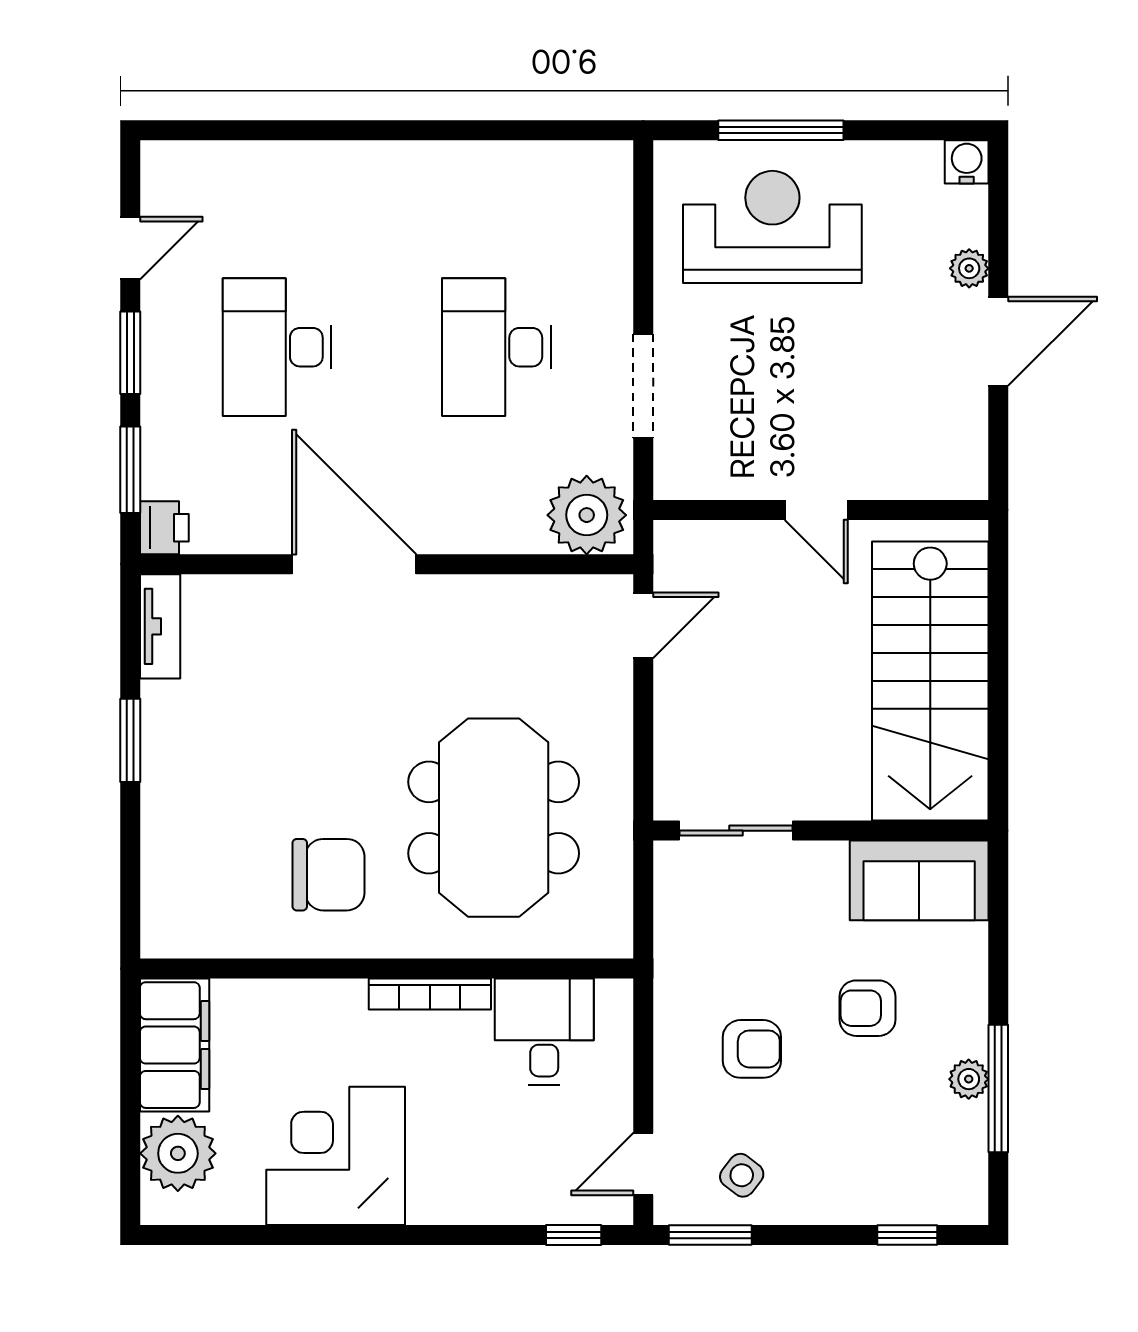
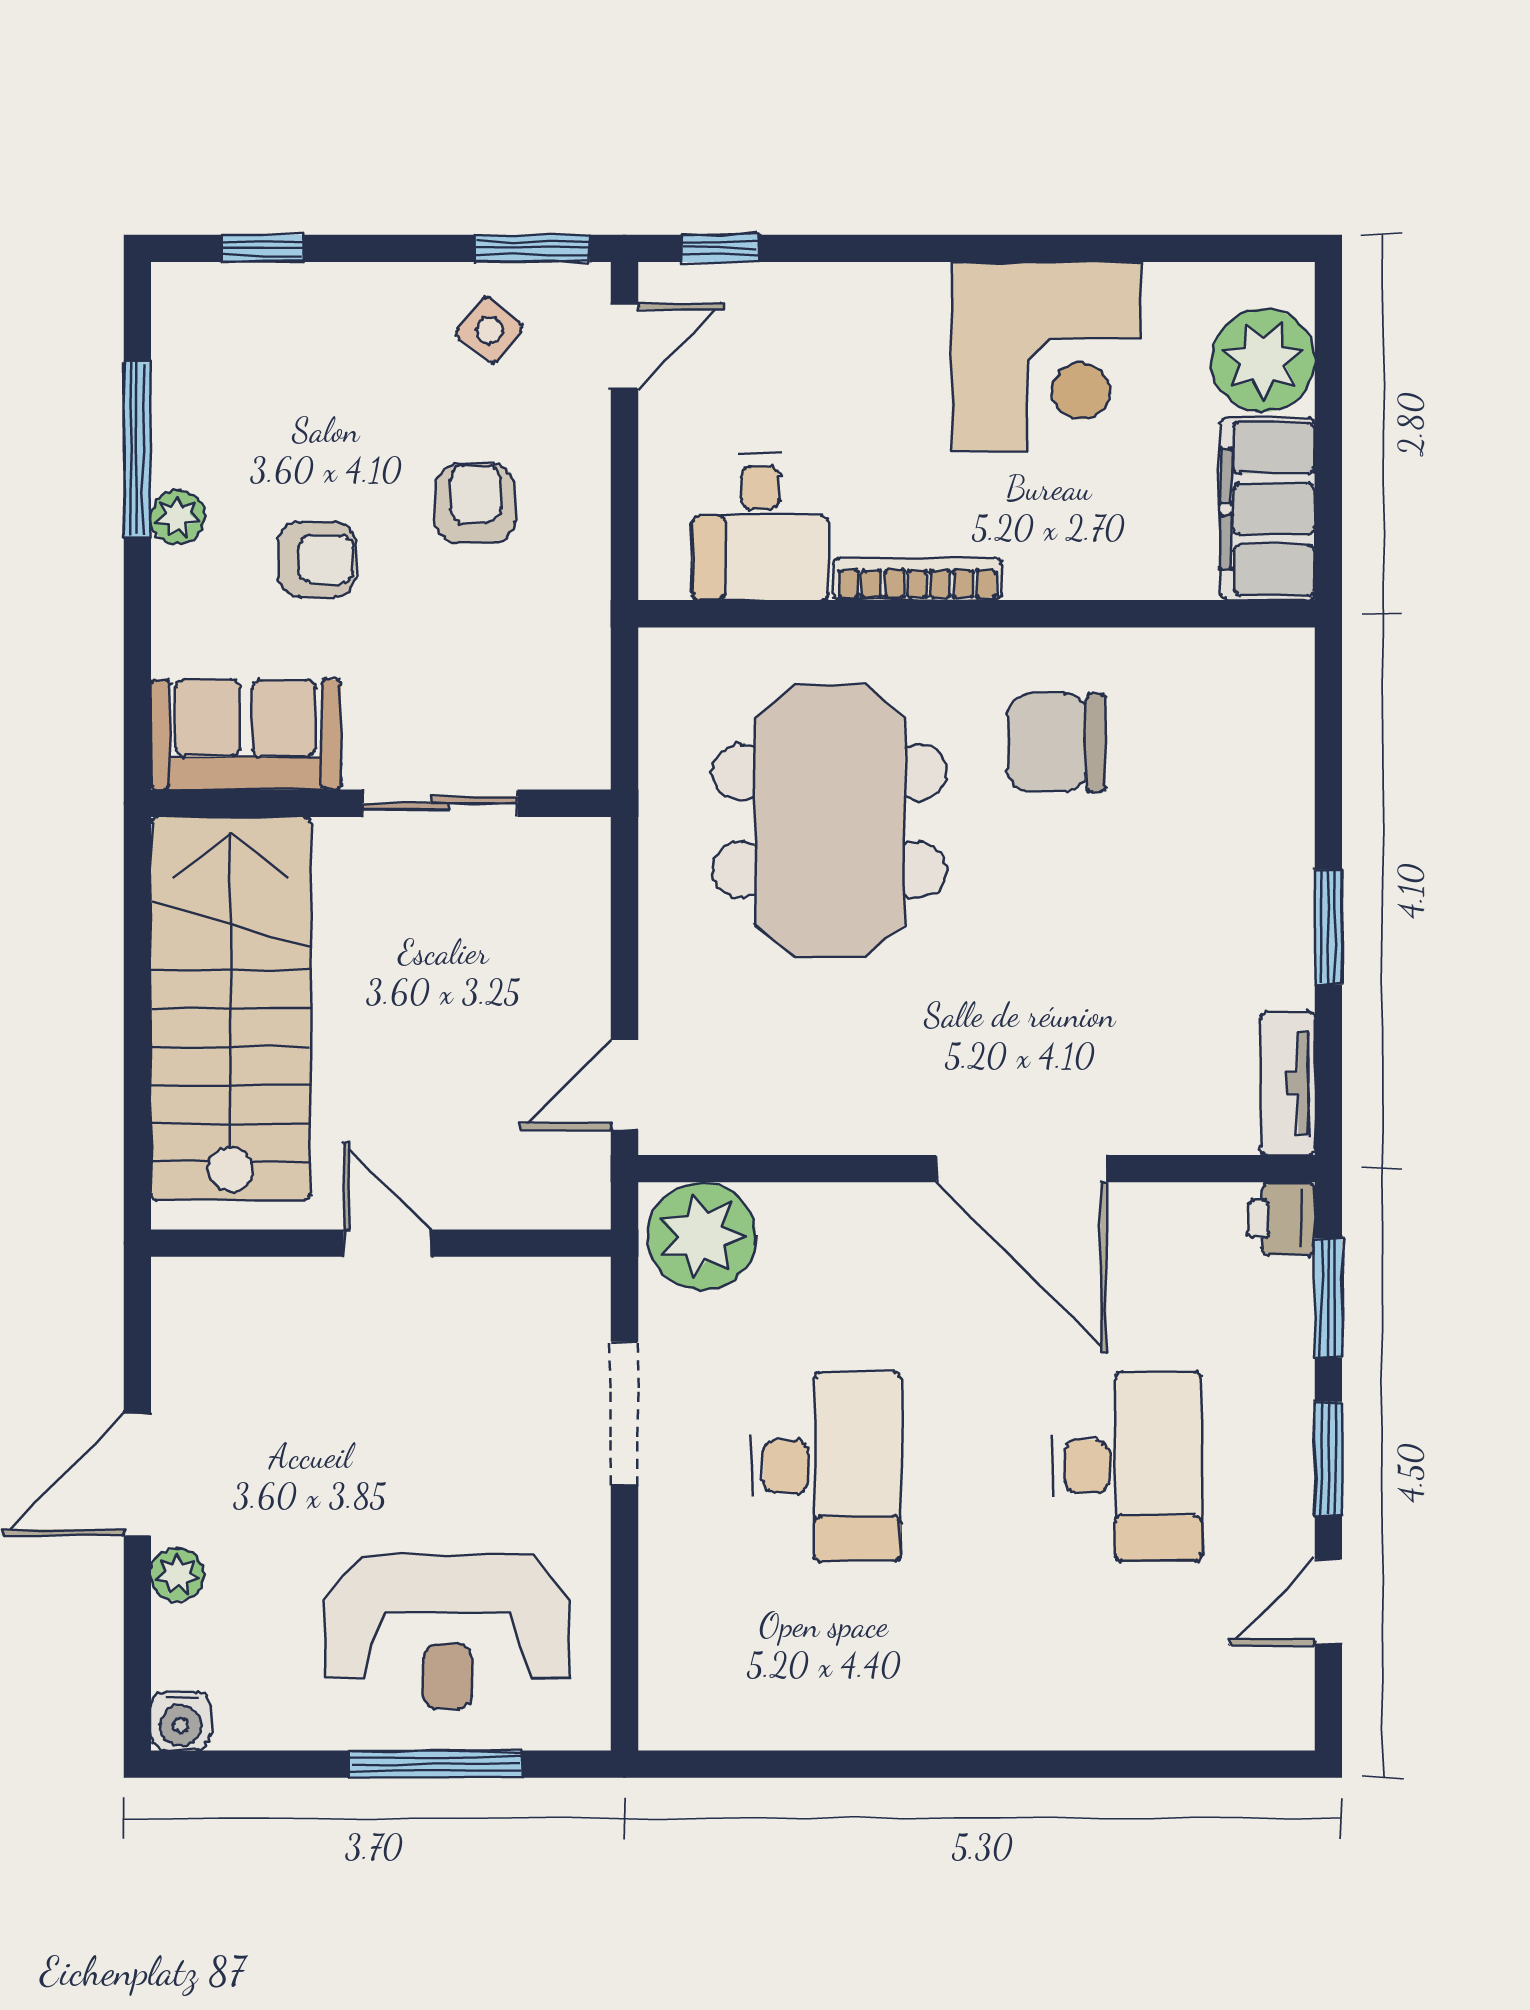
sliding door: (736, 831) -> (440, 803), moved
armchair: (752, 1049) -> (475, 504), turned 90
plant: (969, 1079) -> (178, 517), moved

